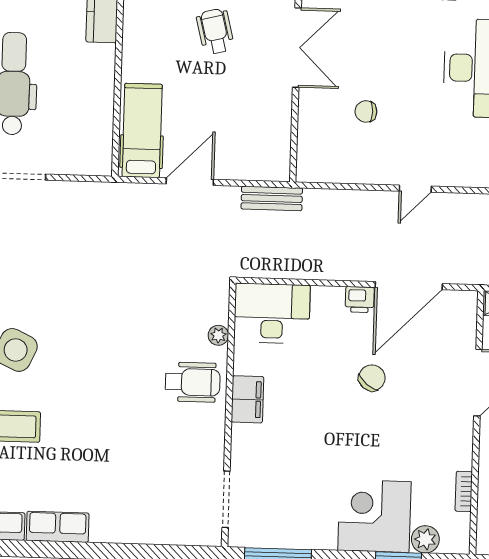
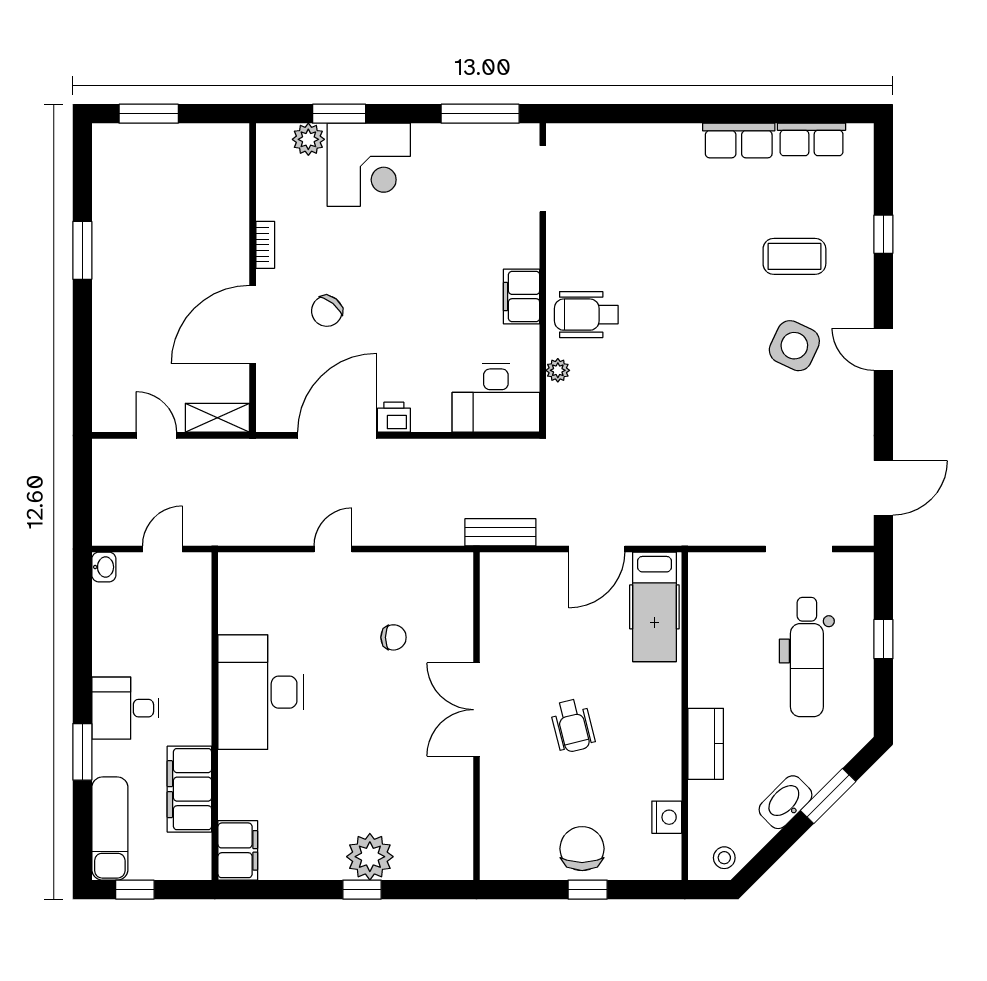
chair: (372, 378) -> (327, 311), moved
bookcase: (464, 491) -> (265, 245), moved

